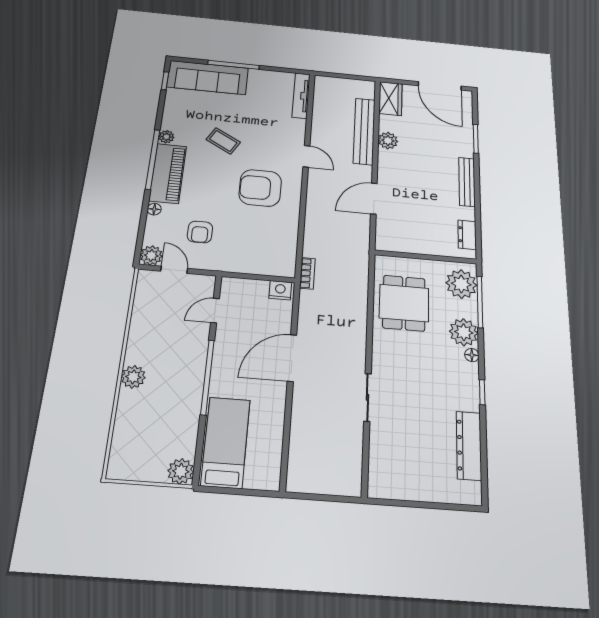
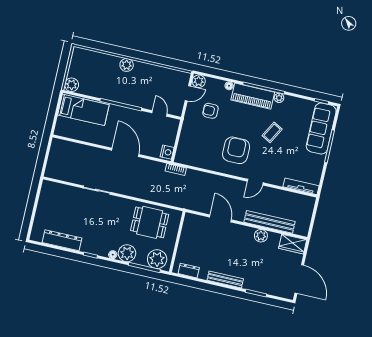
door: (440, 86) -> (299, 279), swing flipped

